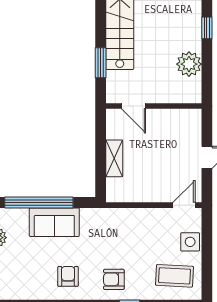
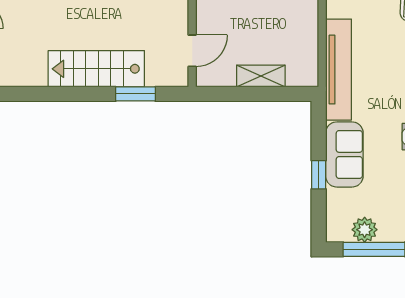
window: (39, 202) -> (319, 175), width x0.32
tv unit: (119, 218) -> (339, 70), added

